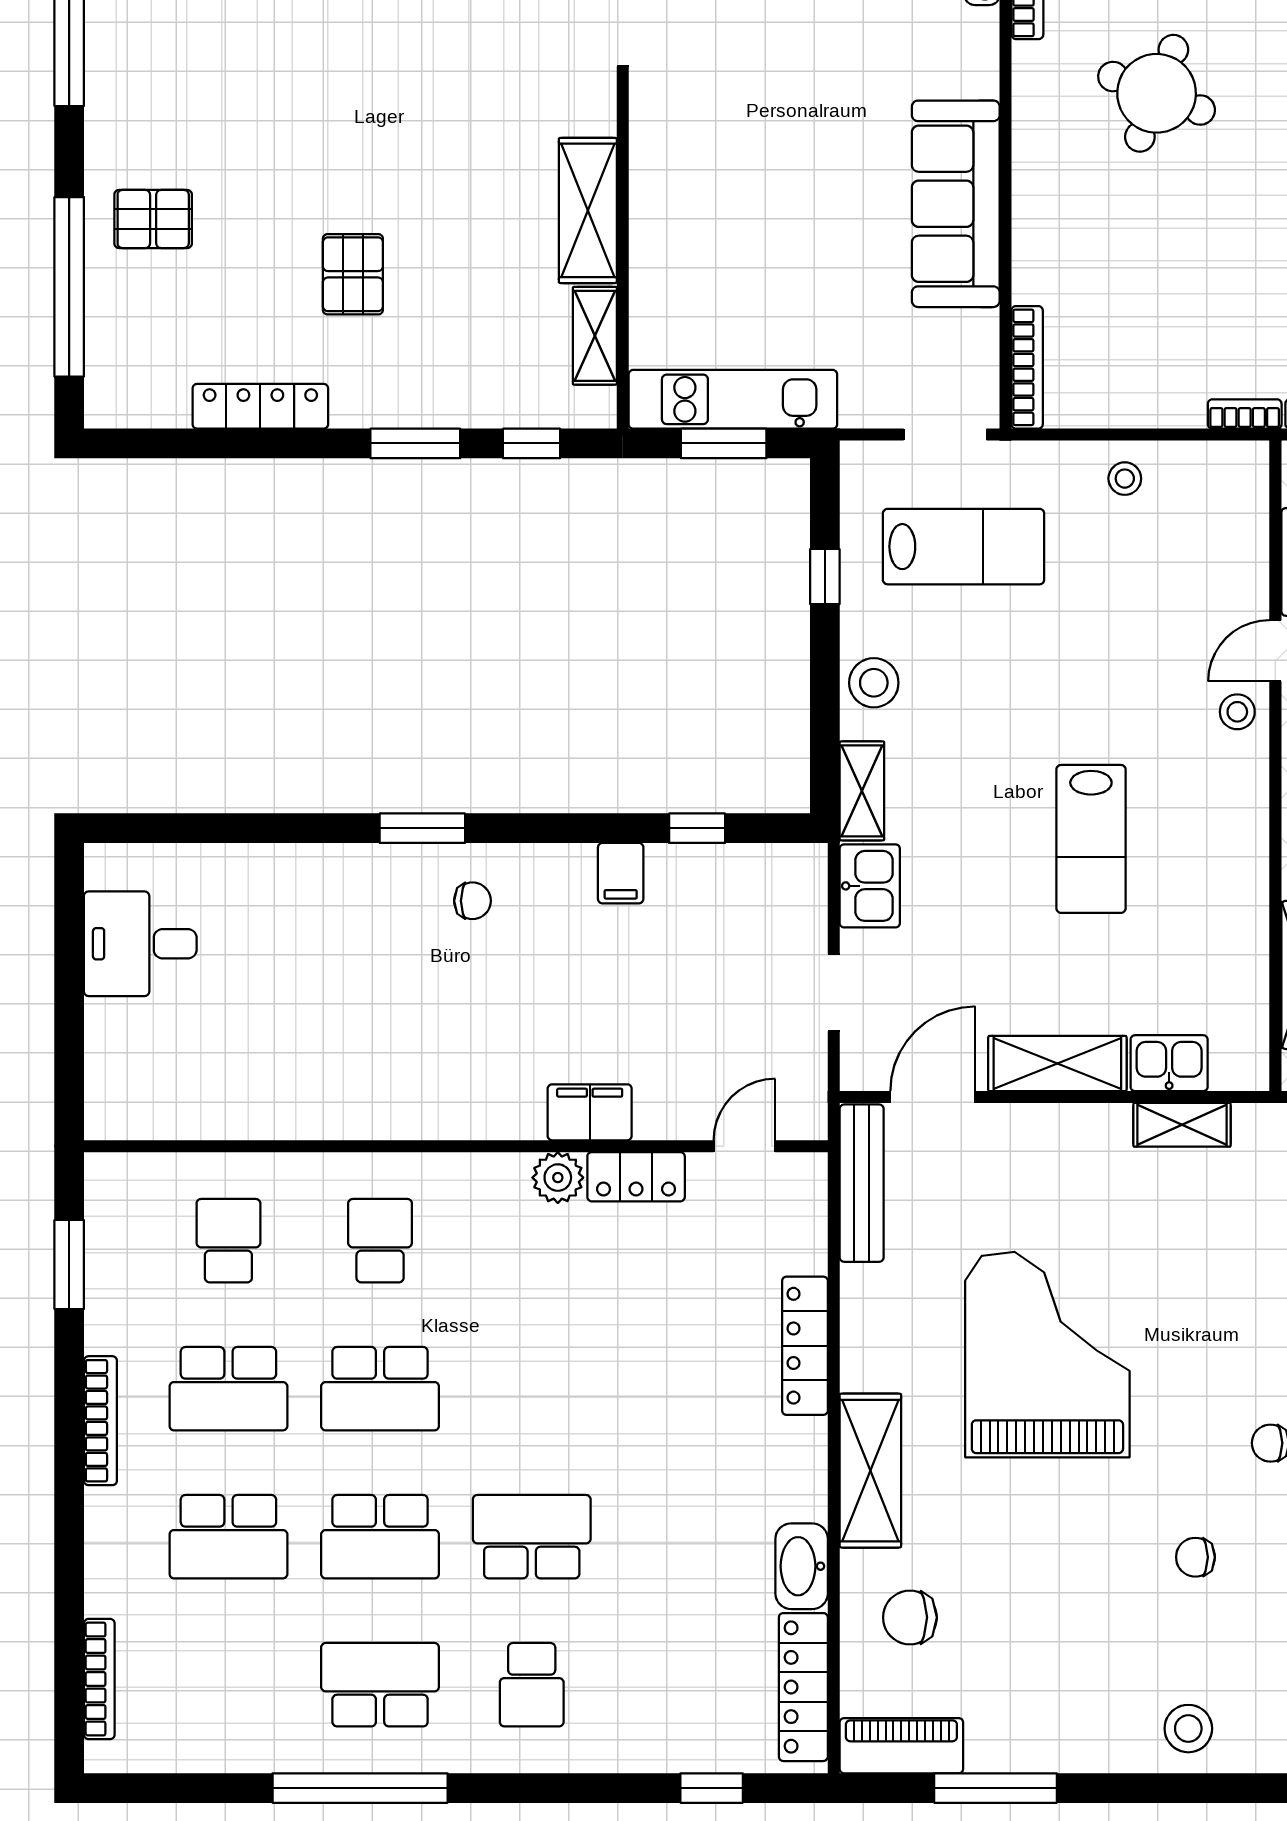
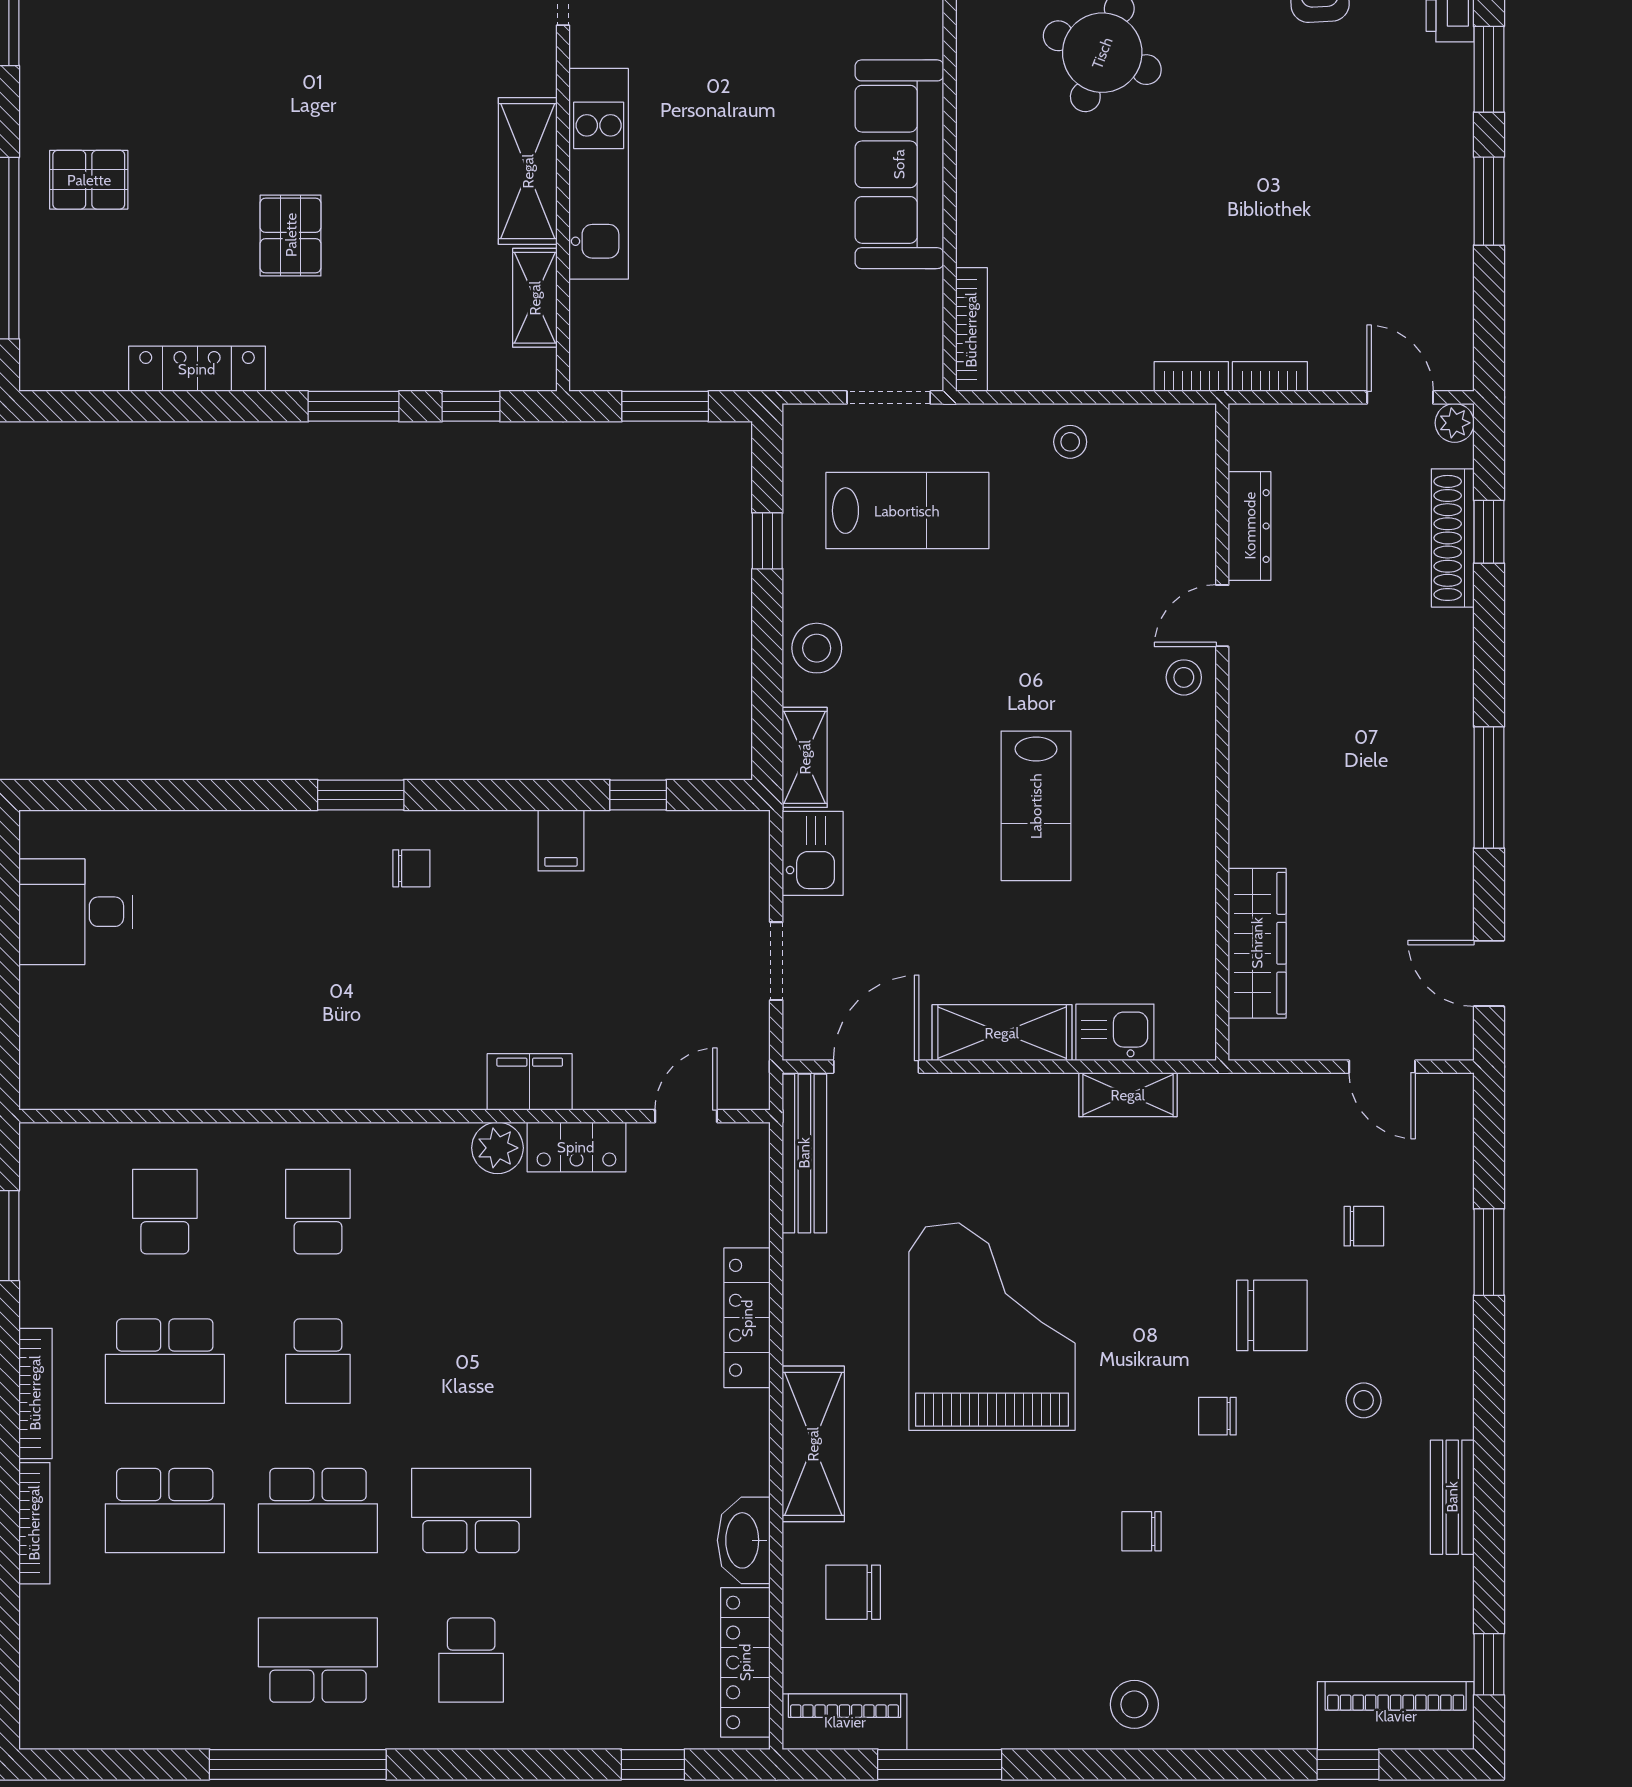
kitchen unit: (733, 399) -> (599, 174), moved, turned 90
school desk: (380, 1389) -> (318, 1361), width x0.54
bookcase: (99, 1679) -> (34, 1523), moved

